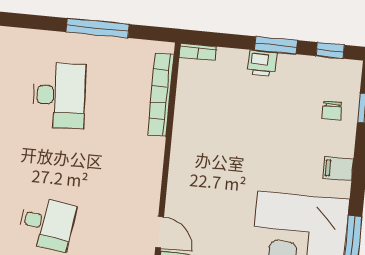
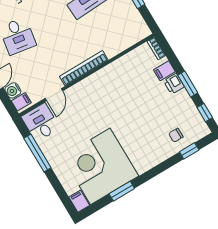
bookcase: (161, 95) -> (84, 68), moved
filing cabinet: (338, 169) -> (164, 71), moved, turned -90

